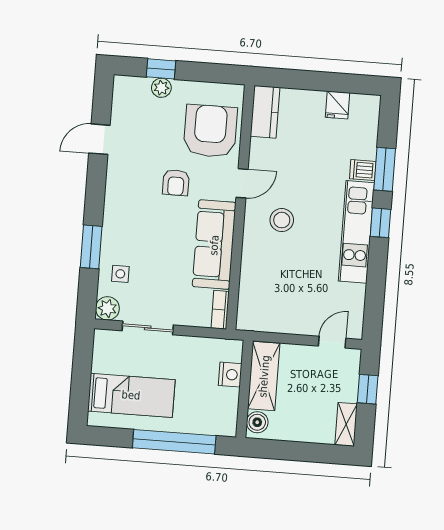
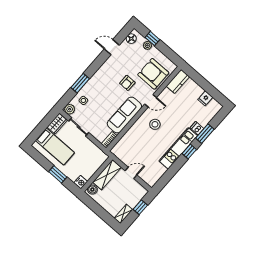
floor lamp: (123, 98) -> (131, 39), added
armchair: (210, 131) -> (153, 74), turned -90
door: (332, 342) -> (131, 173), moved
wardrobe: (105, 351) -> (57, 124), added
nightstand: (230, 375) -> (81, 182), moved
window: (174, 442) -> (58, 174), width x0.47

